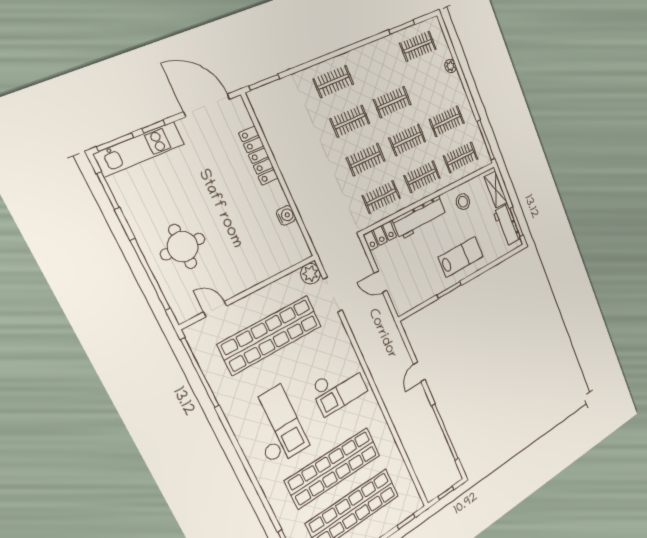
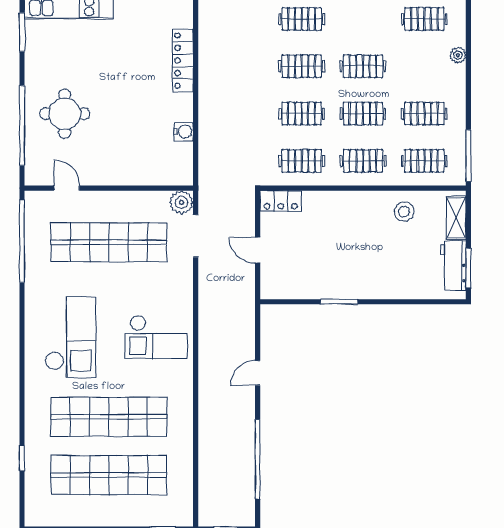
workbench: (420, 218) -> (339, 204), removed
lab bench: (461, 257) -> (372, 272), removed

